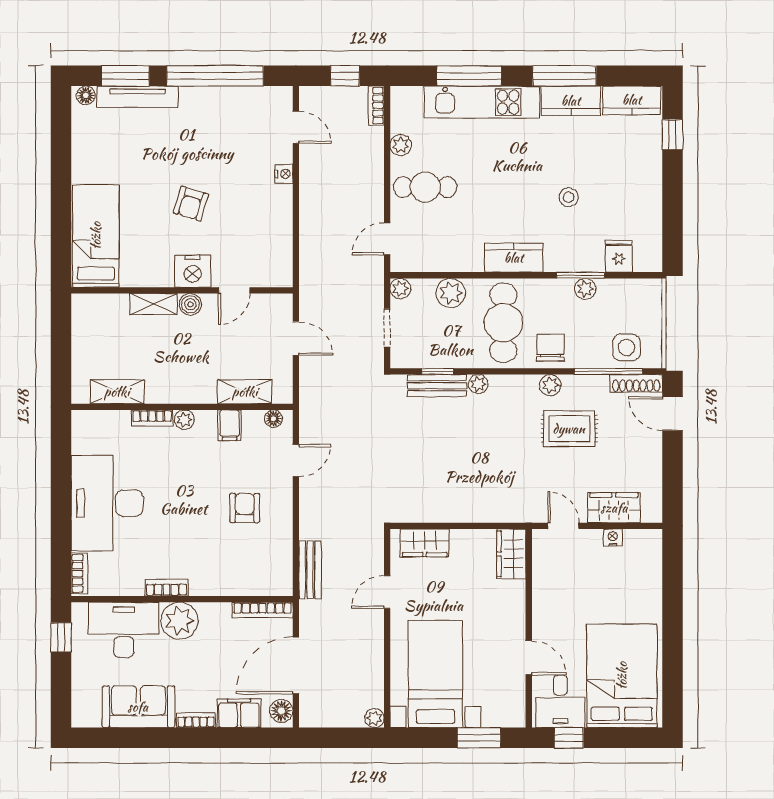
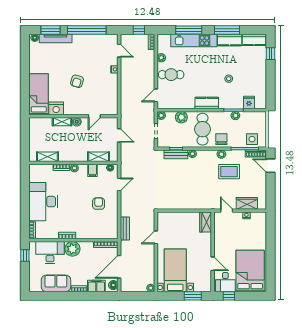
nightstand: (193, 271) -> (56, 108), moved
wardrobe: (425, 543) -> (171, 218), removed

